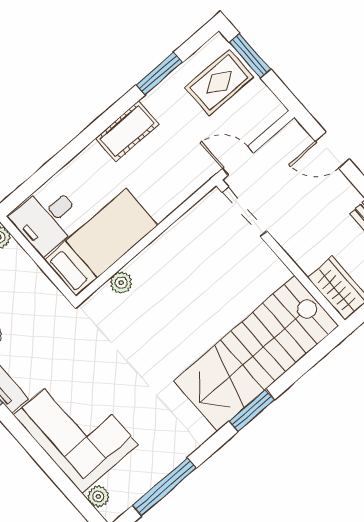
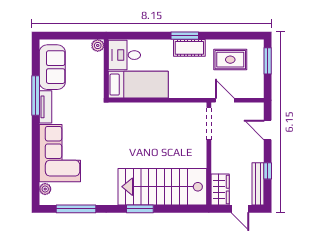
window: (159, 74) -> (185, 36), moved
rug: (219, 82) -> (230, 60), moved
plant: (121, 283) -> (132, 109), removed

